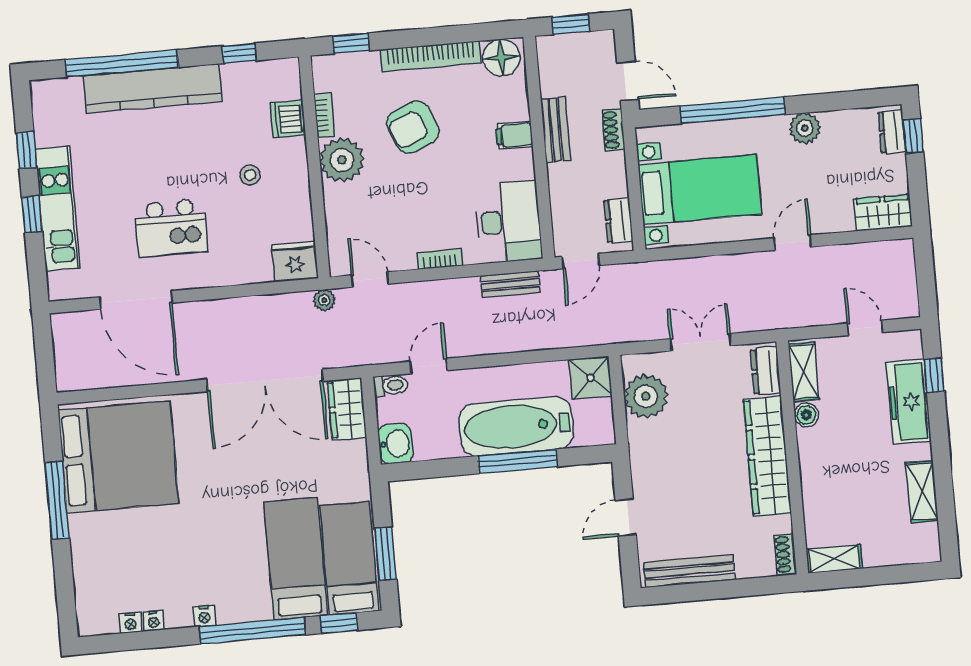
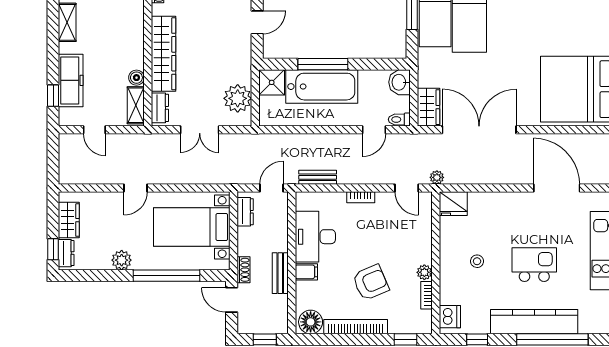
dishwasher: (288, 119) -> (450, 317), moved
plant: (342, 160) -> (424, 272), width x0.53, depth x0.53
wardrobe: (883, 213) -> (69, 220), moved, turned -90
desk: (508, 222) -> (315, 237), moved
kitchen island: (171, 228) -> (534, 265), moved
shower: (591, 378) -> (272, 82), moved

